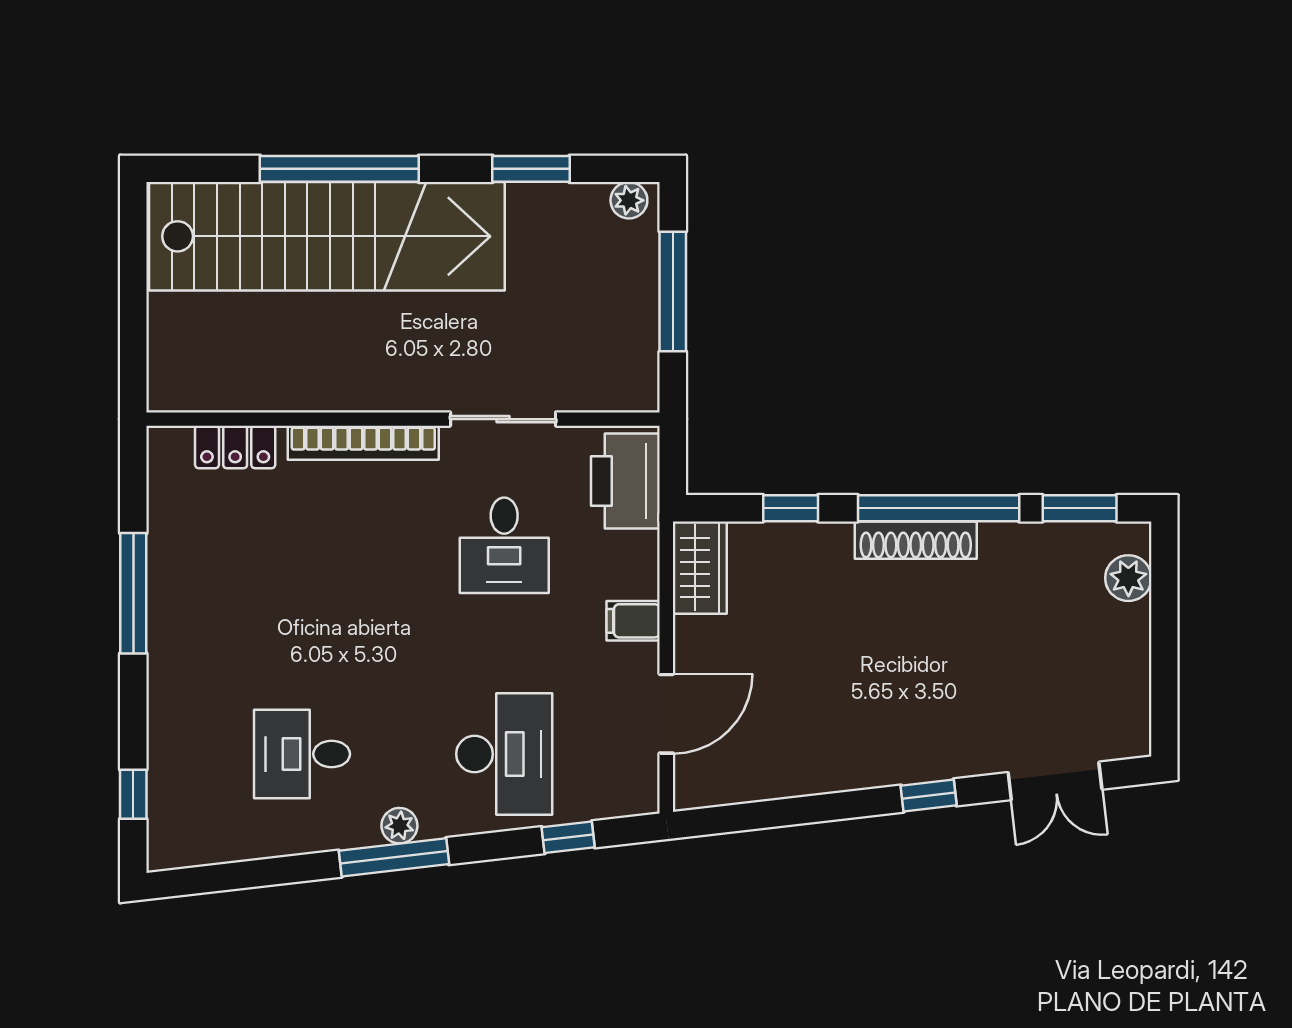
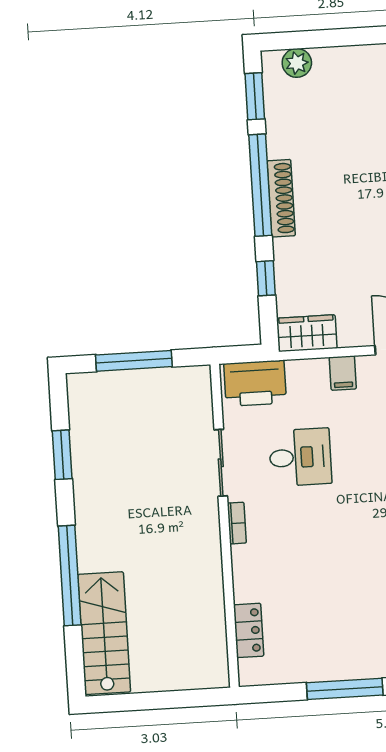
plant: (629, 200) -> (78, 392), removed
stairs: (327, 236) -> (104, 633), width x0.54, depth x0.66
bookcase: (363, 443) -> (237, 523), width x0.43, depth x0.76

